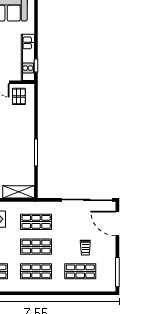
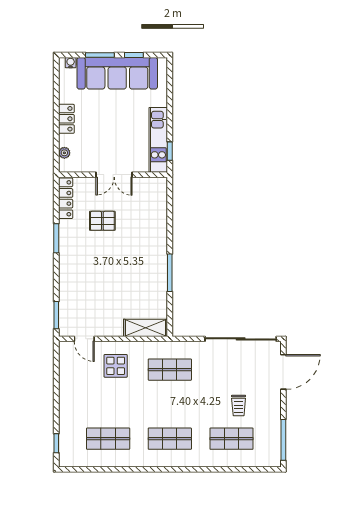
pallet: (19, 96) -> (146, 194), removed
door: (117, 223) -> (283, 372), swing flipped
shop shelf: (36, 247) -> (170, 404), removed

